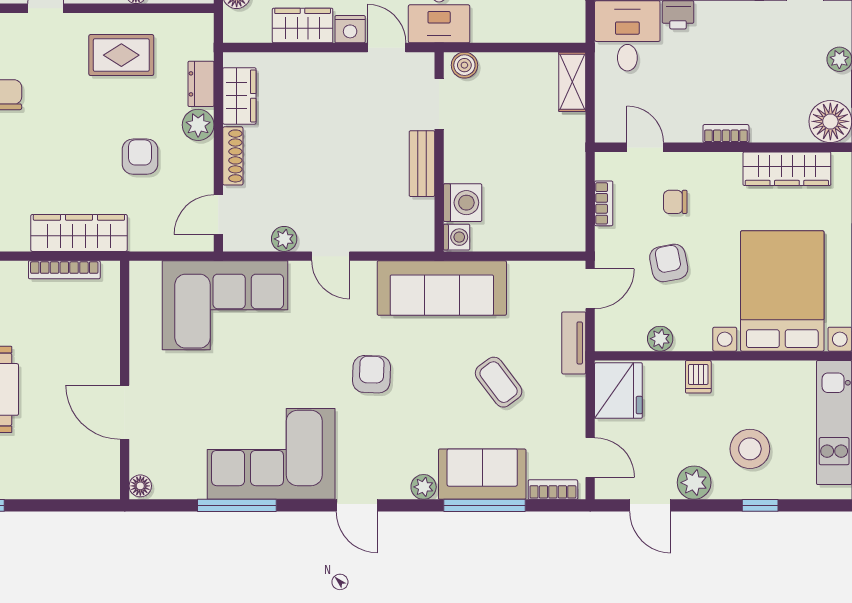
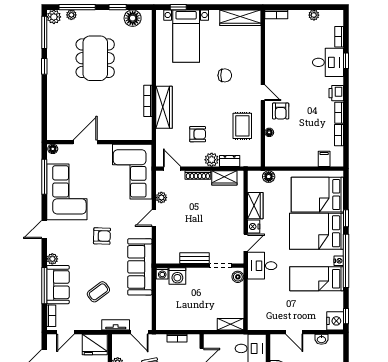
wall: (125, 380) -> (99, 142), moved
door: (125, 412) -> (85, 142), moved
floor lamp: (140, 486) -> (53, 149), moved

